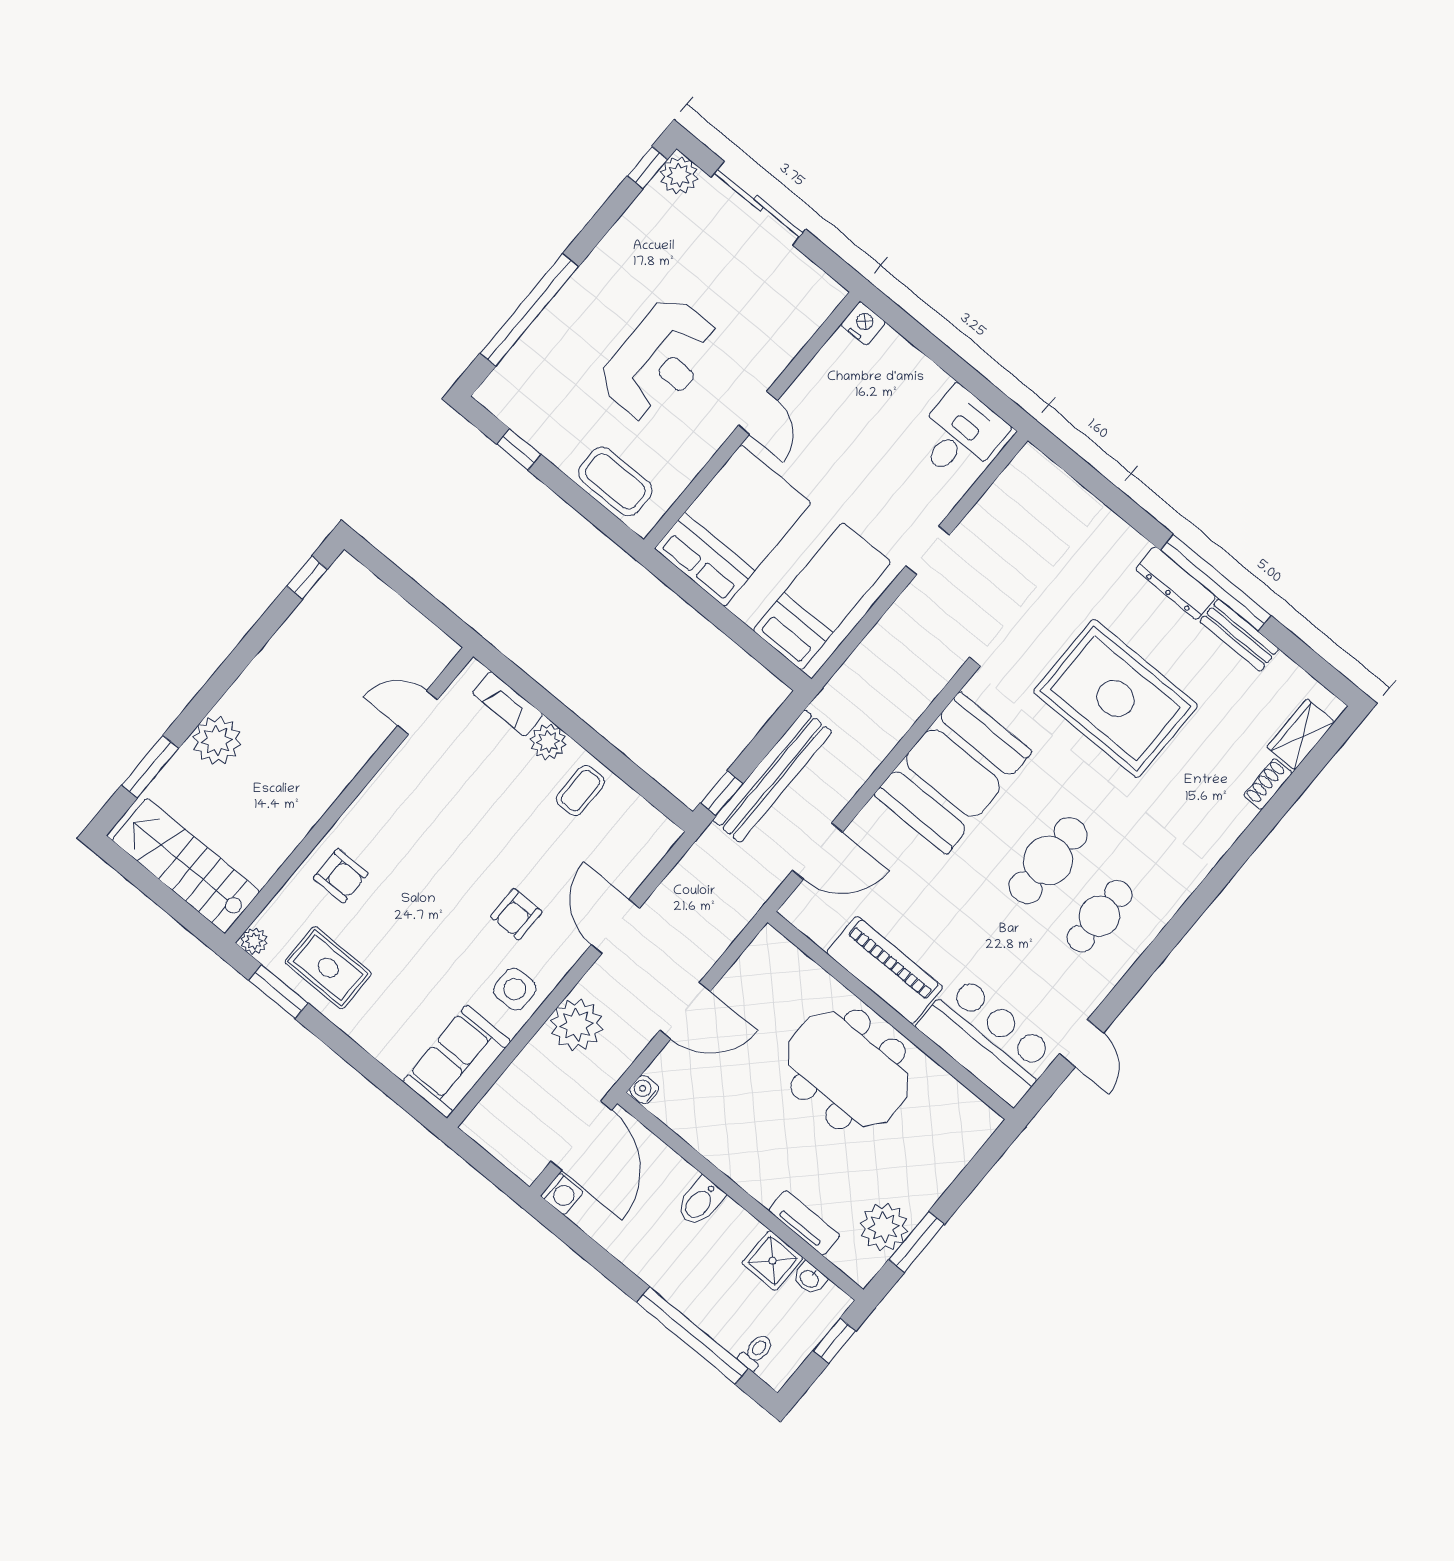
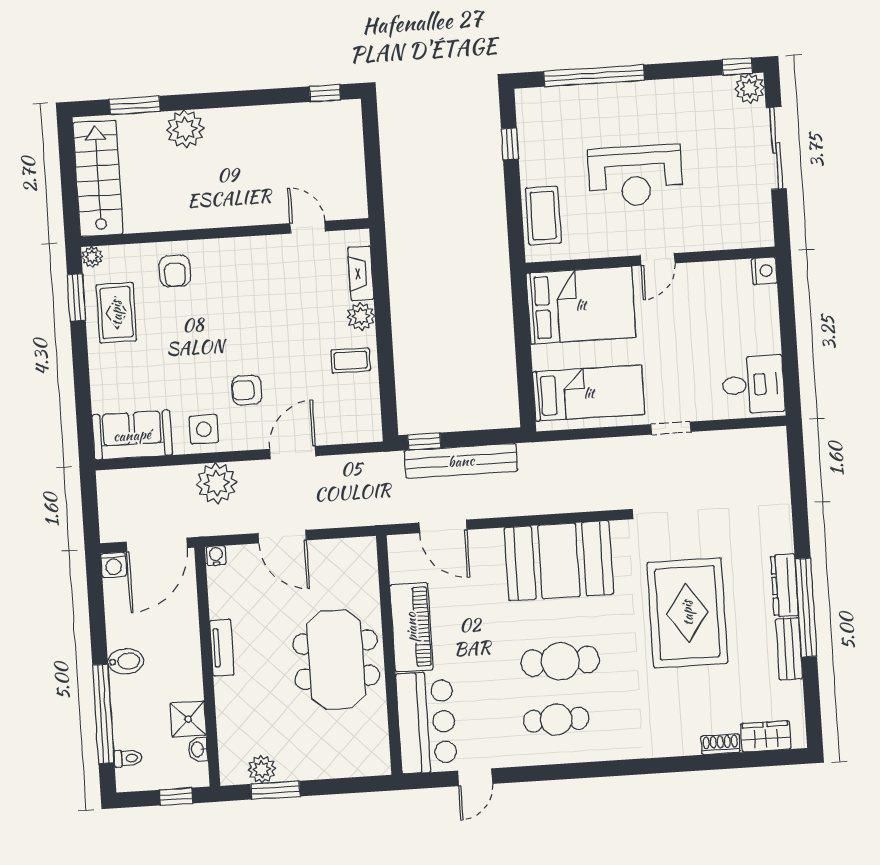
bidet: (700, 1202) -> (126, 661), moved, turned 180
tv unit: (804, 1223) -> (222, 648), moved
plant: (884, 1227) -> (262, 769), width x0.73, depth x0.73

